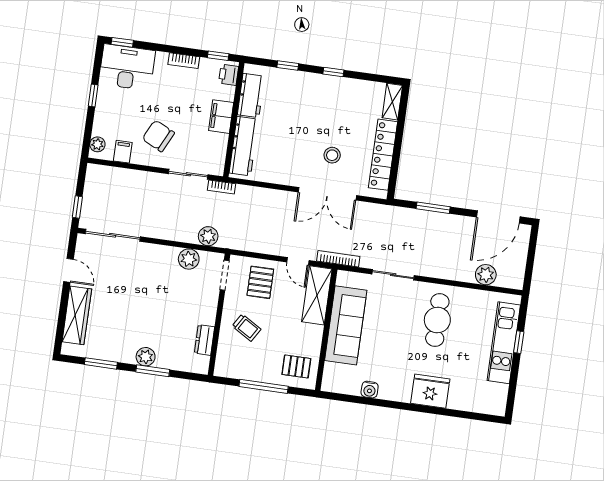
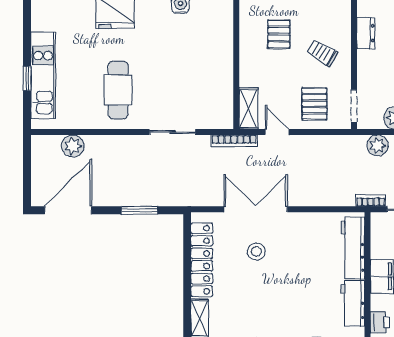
shelving: (317, 295) -> (248, 109), width x0.67, depth x0.75
sofa: (346, 325) -> (216, 70), removed
pallet: (296, 366) -> (279, 34), moved, turned 90

